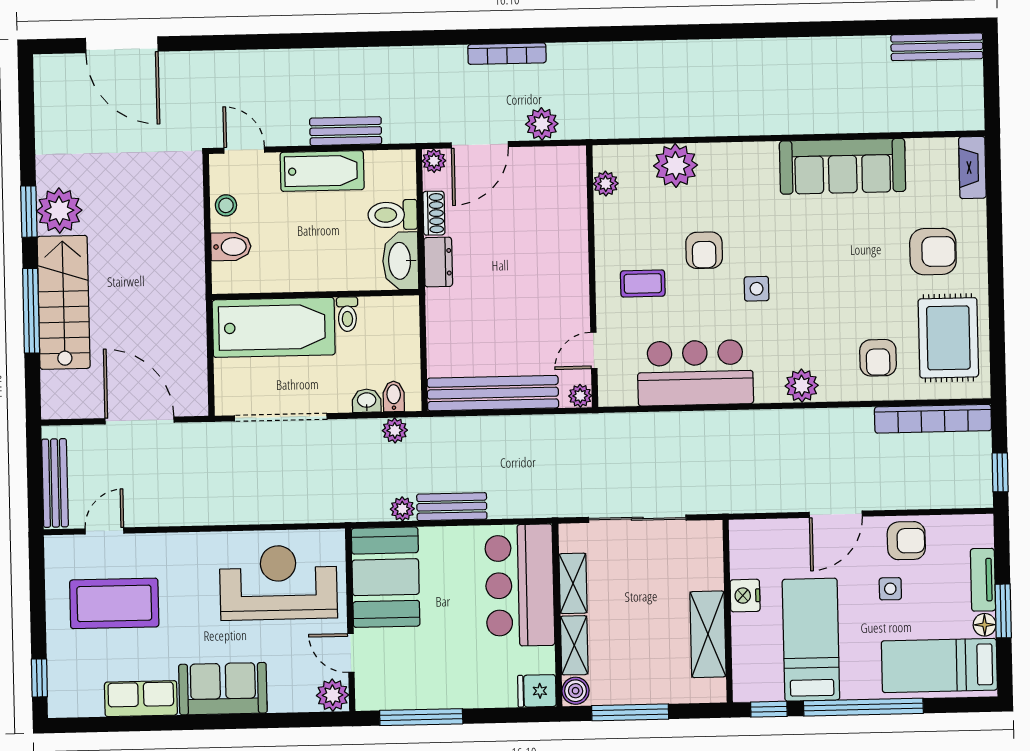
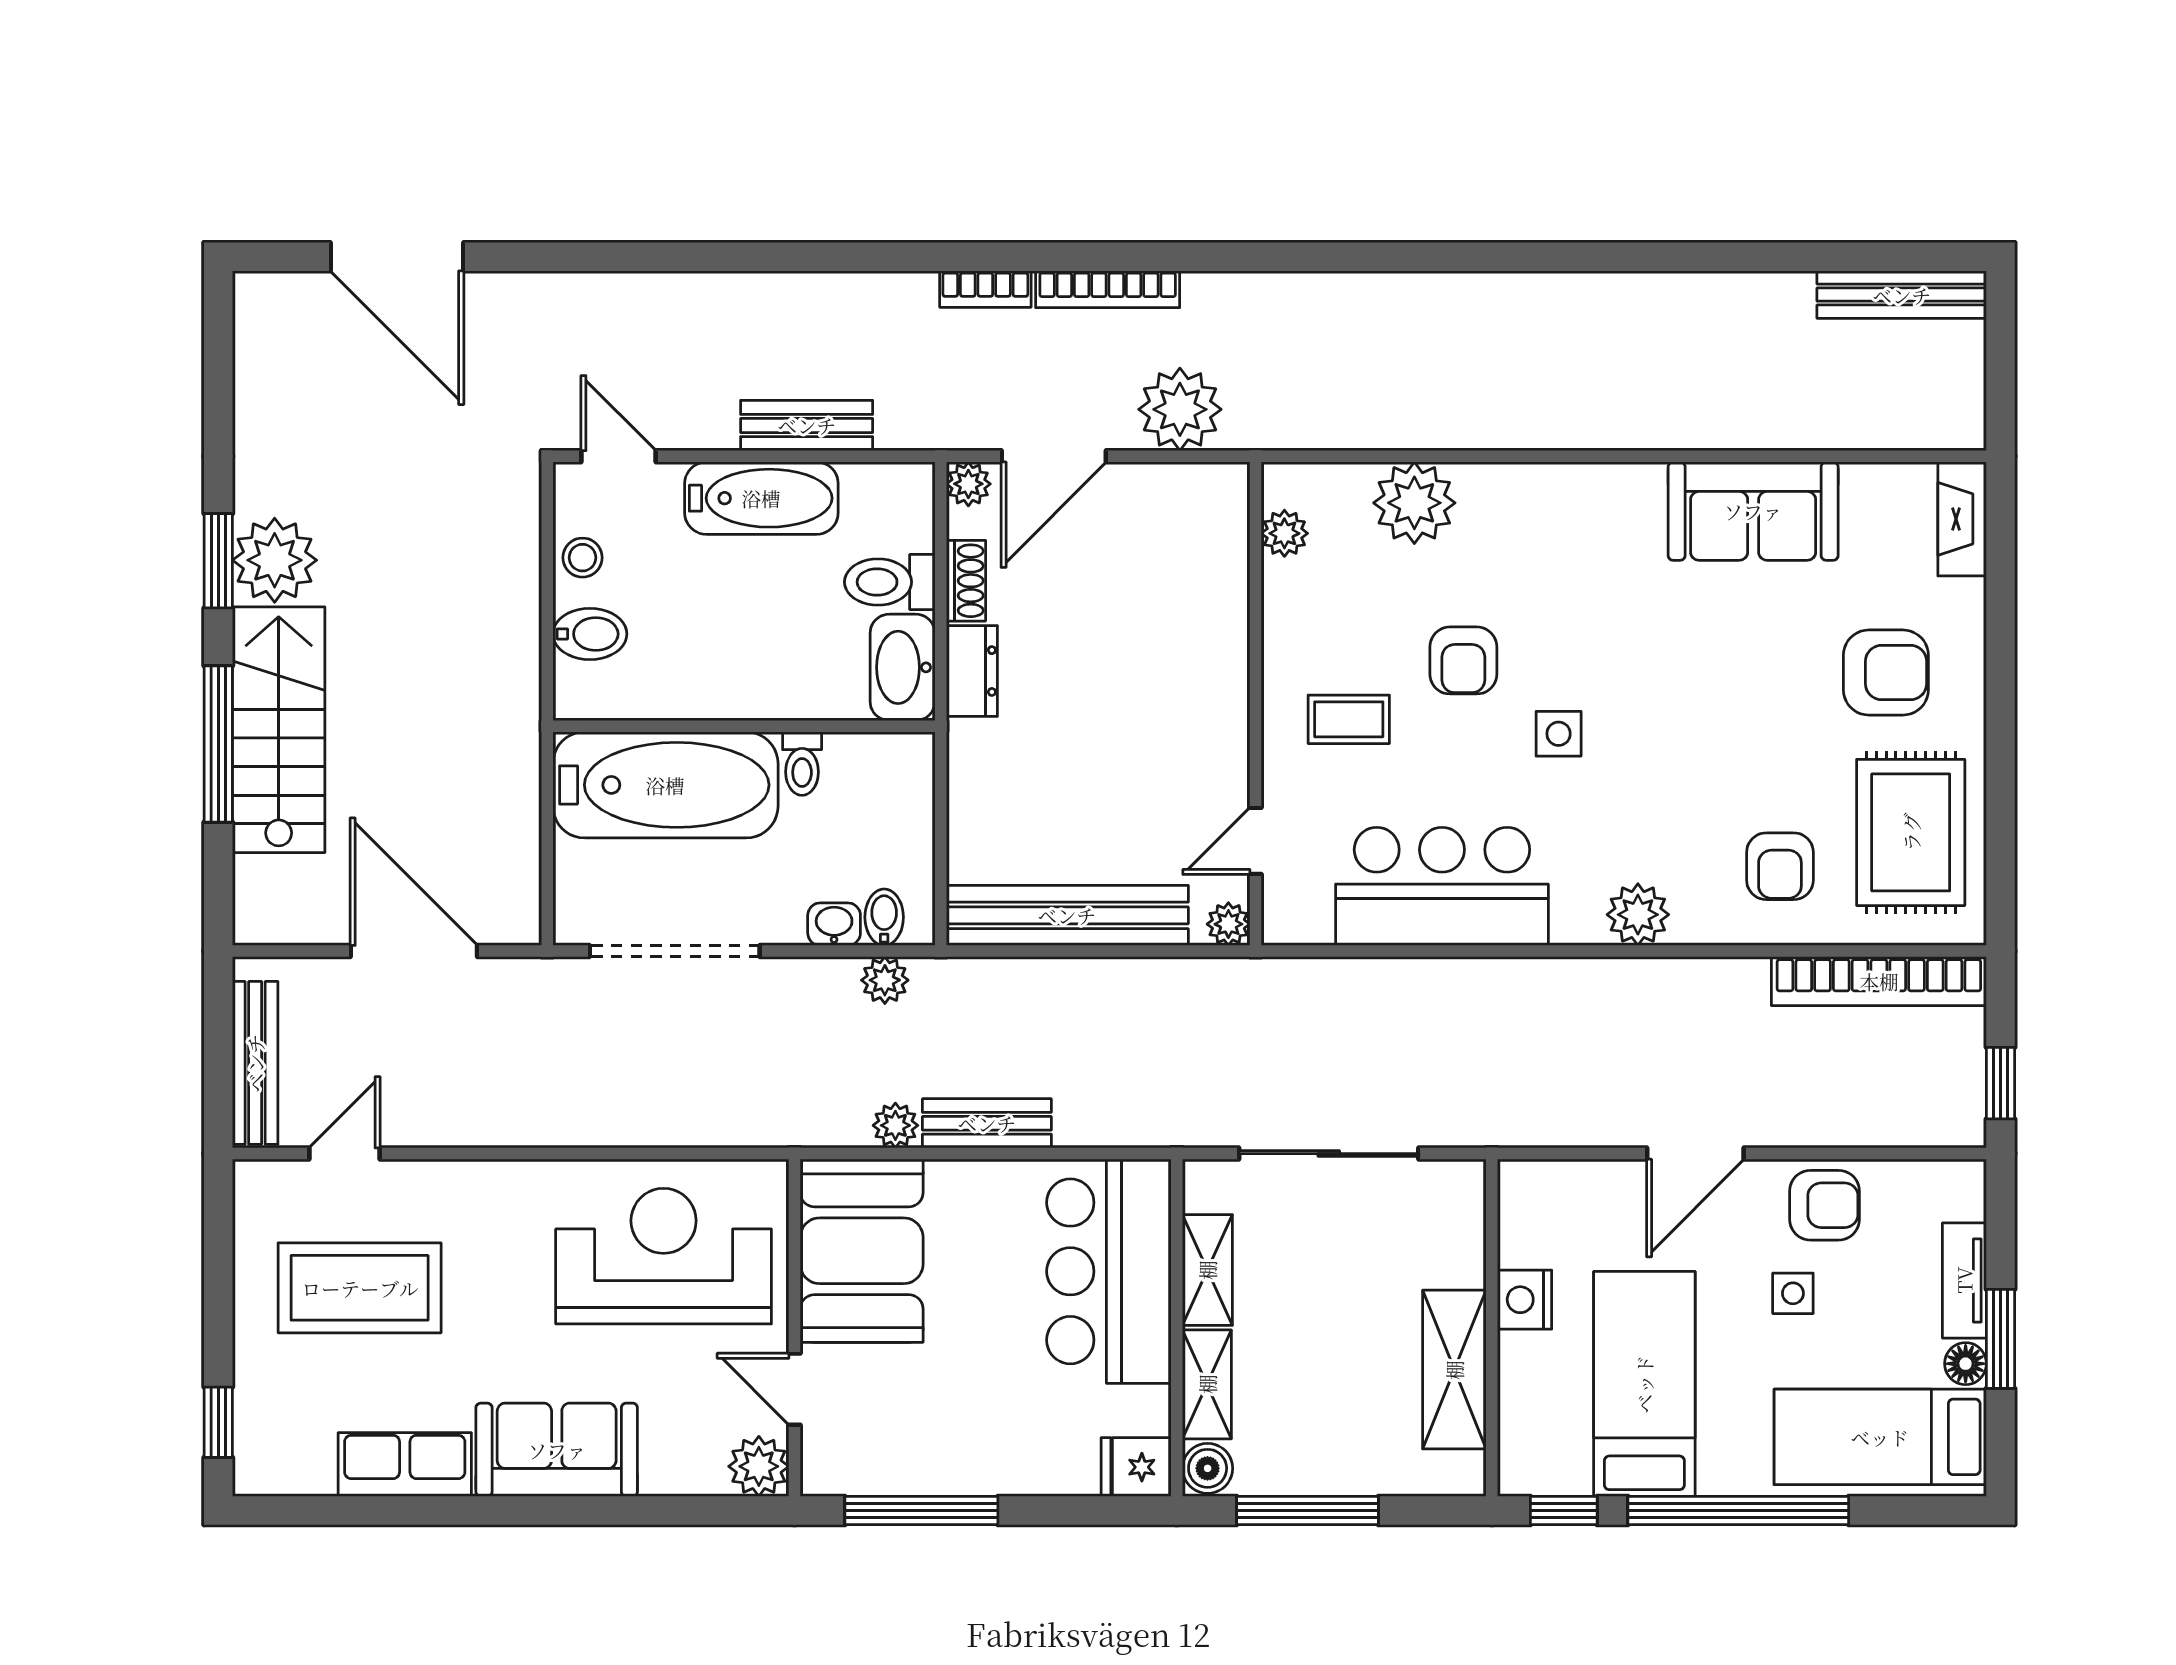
bookcase: (441, 55) -> (985, 289), added
plant: (542, 124) -> (1180, 409), width x1.36, depth x1.36
sofa: (843, 166) -> (1753, 511), width x0.73

